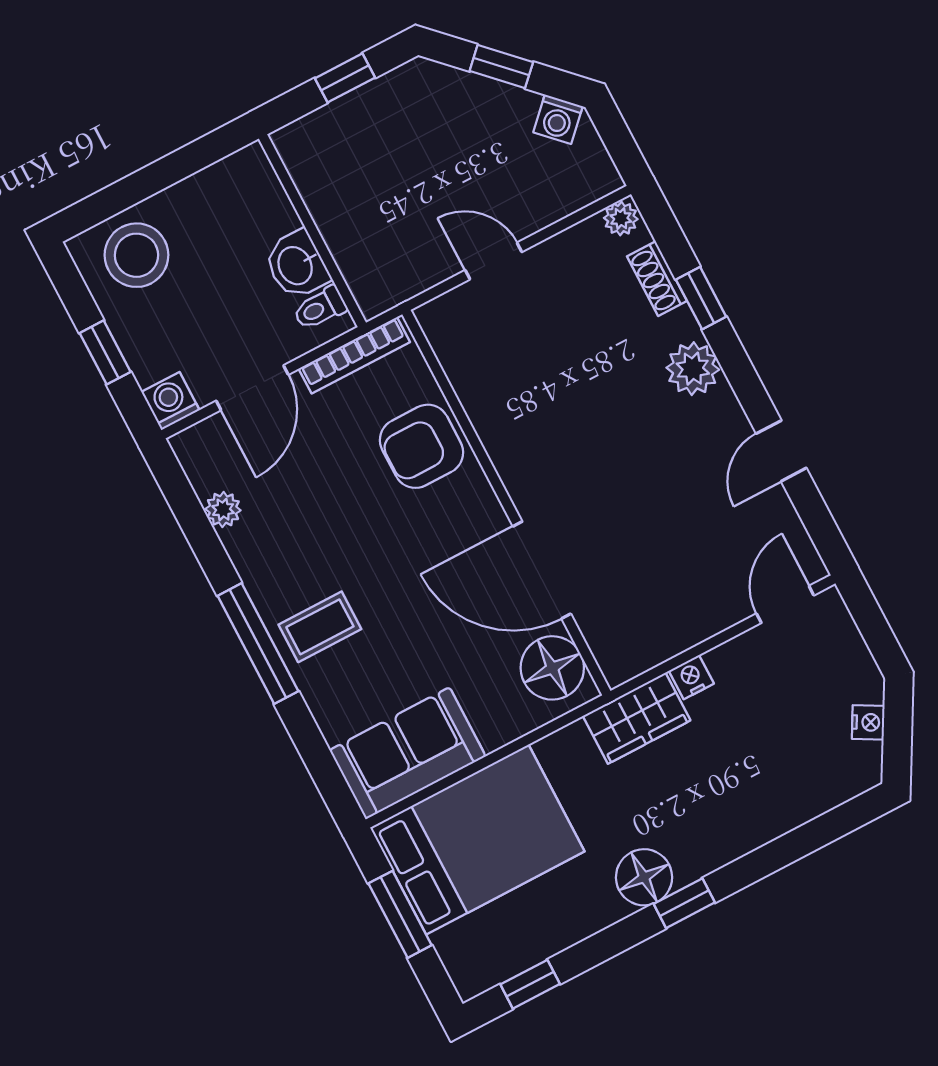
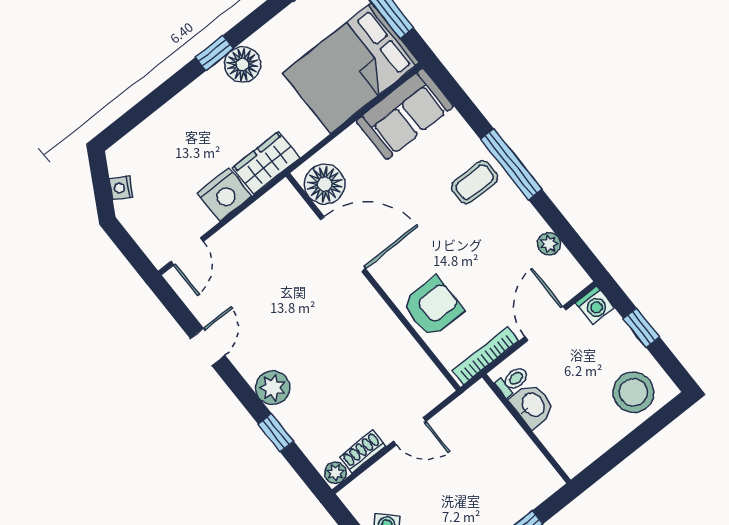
shoe rack: (657, 279) -> (363, 452), moved, turned -90
nightstand: (691, 677) -> (224, 195), width x1.89, depth x1.79

